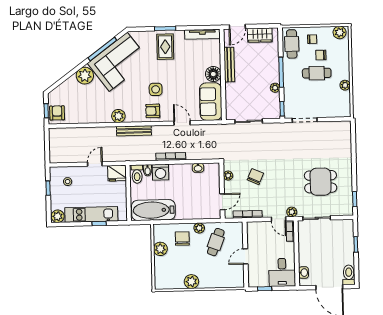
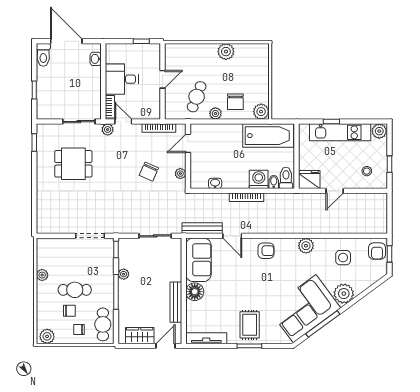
side table: (156, 89) -> (343, 258), moved
bench: (134, 131) -> (202, 228), moved
plant: (160, 249) -> (261, 112), moved
desk: (282, 272) -> (122, 79), moved, turned -90

